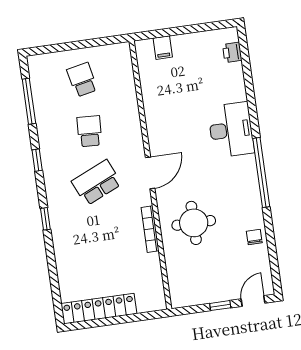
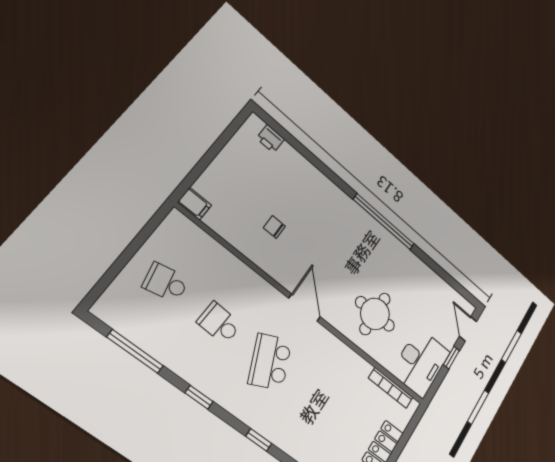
filing cabinet: (163, 48) -> (194, 204), moved
desk: (231, 130) -> (421, 362), moved, turned 90
bookcase: (150, 229) -> (391, 388), moved
chair: (254, 237) -> (274, 227), moved

